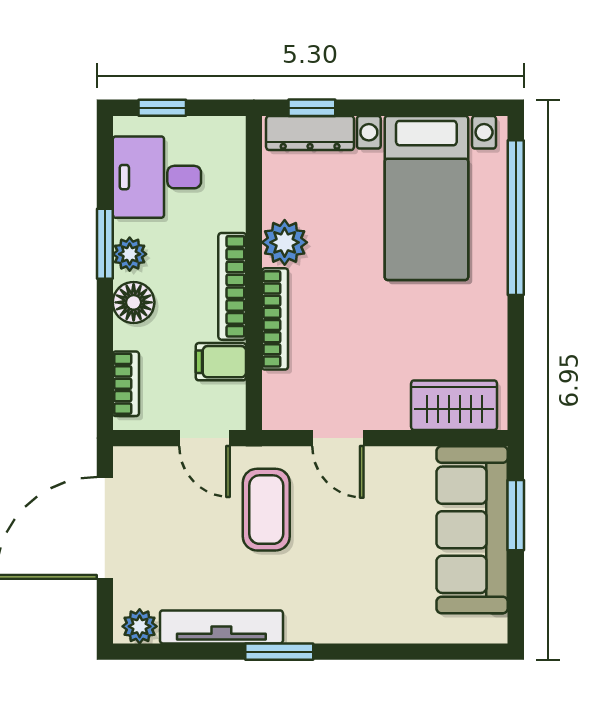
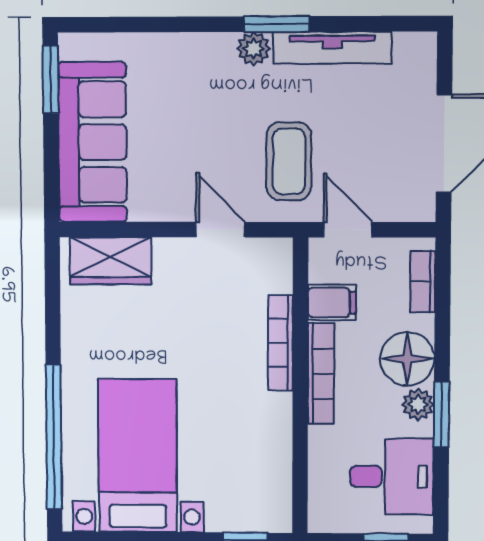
dresser: (310, 133) -> (247, 517), removed
plant: (285, 242) -> (271, 415), removed
floor lamp: (134, 302) -> (407, 359), width x1.38, depth x1.38
window: (516, 515) -> (51, 79), moved
plant: (140, 626) -> (254, 49), moved

